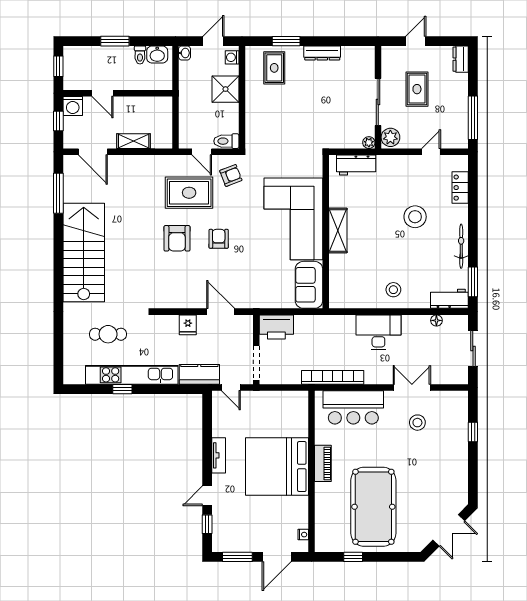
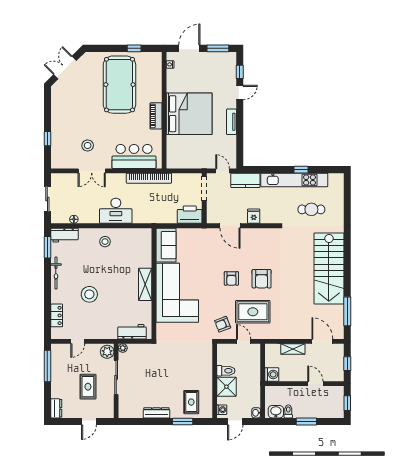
washing machine: (73, 106) -> (272, 374), moved, turned 90
toilet: (226, 141) -> (226, 371), moved
armchair: (177, 238) -> (262, 279), turned 180

